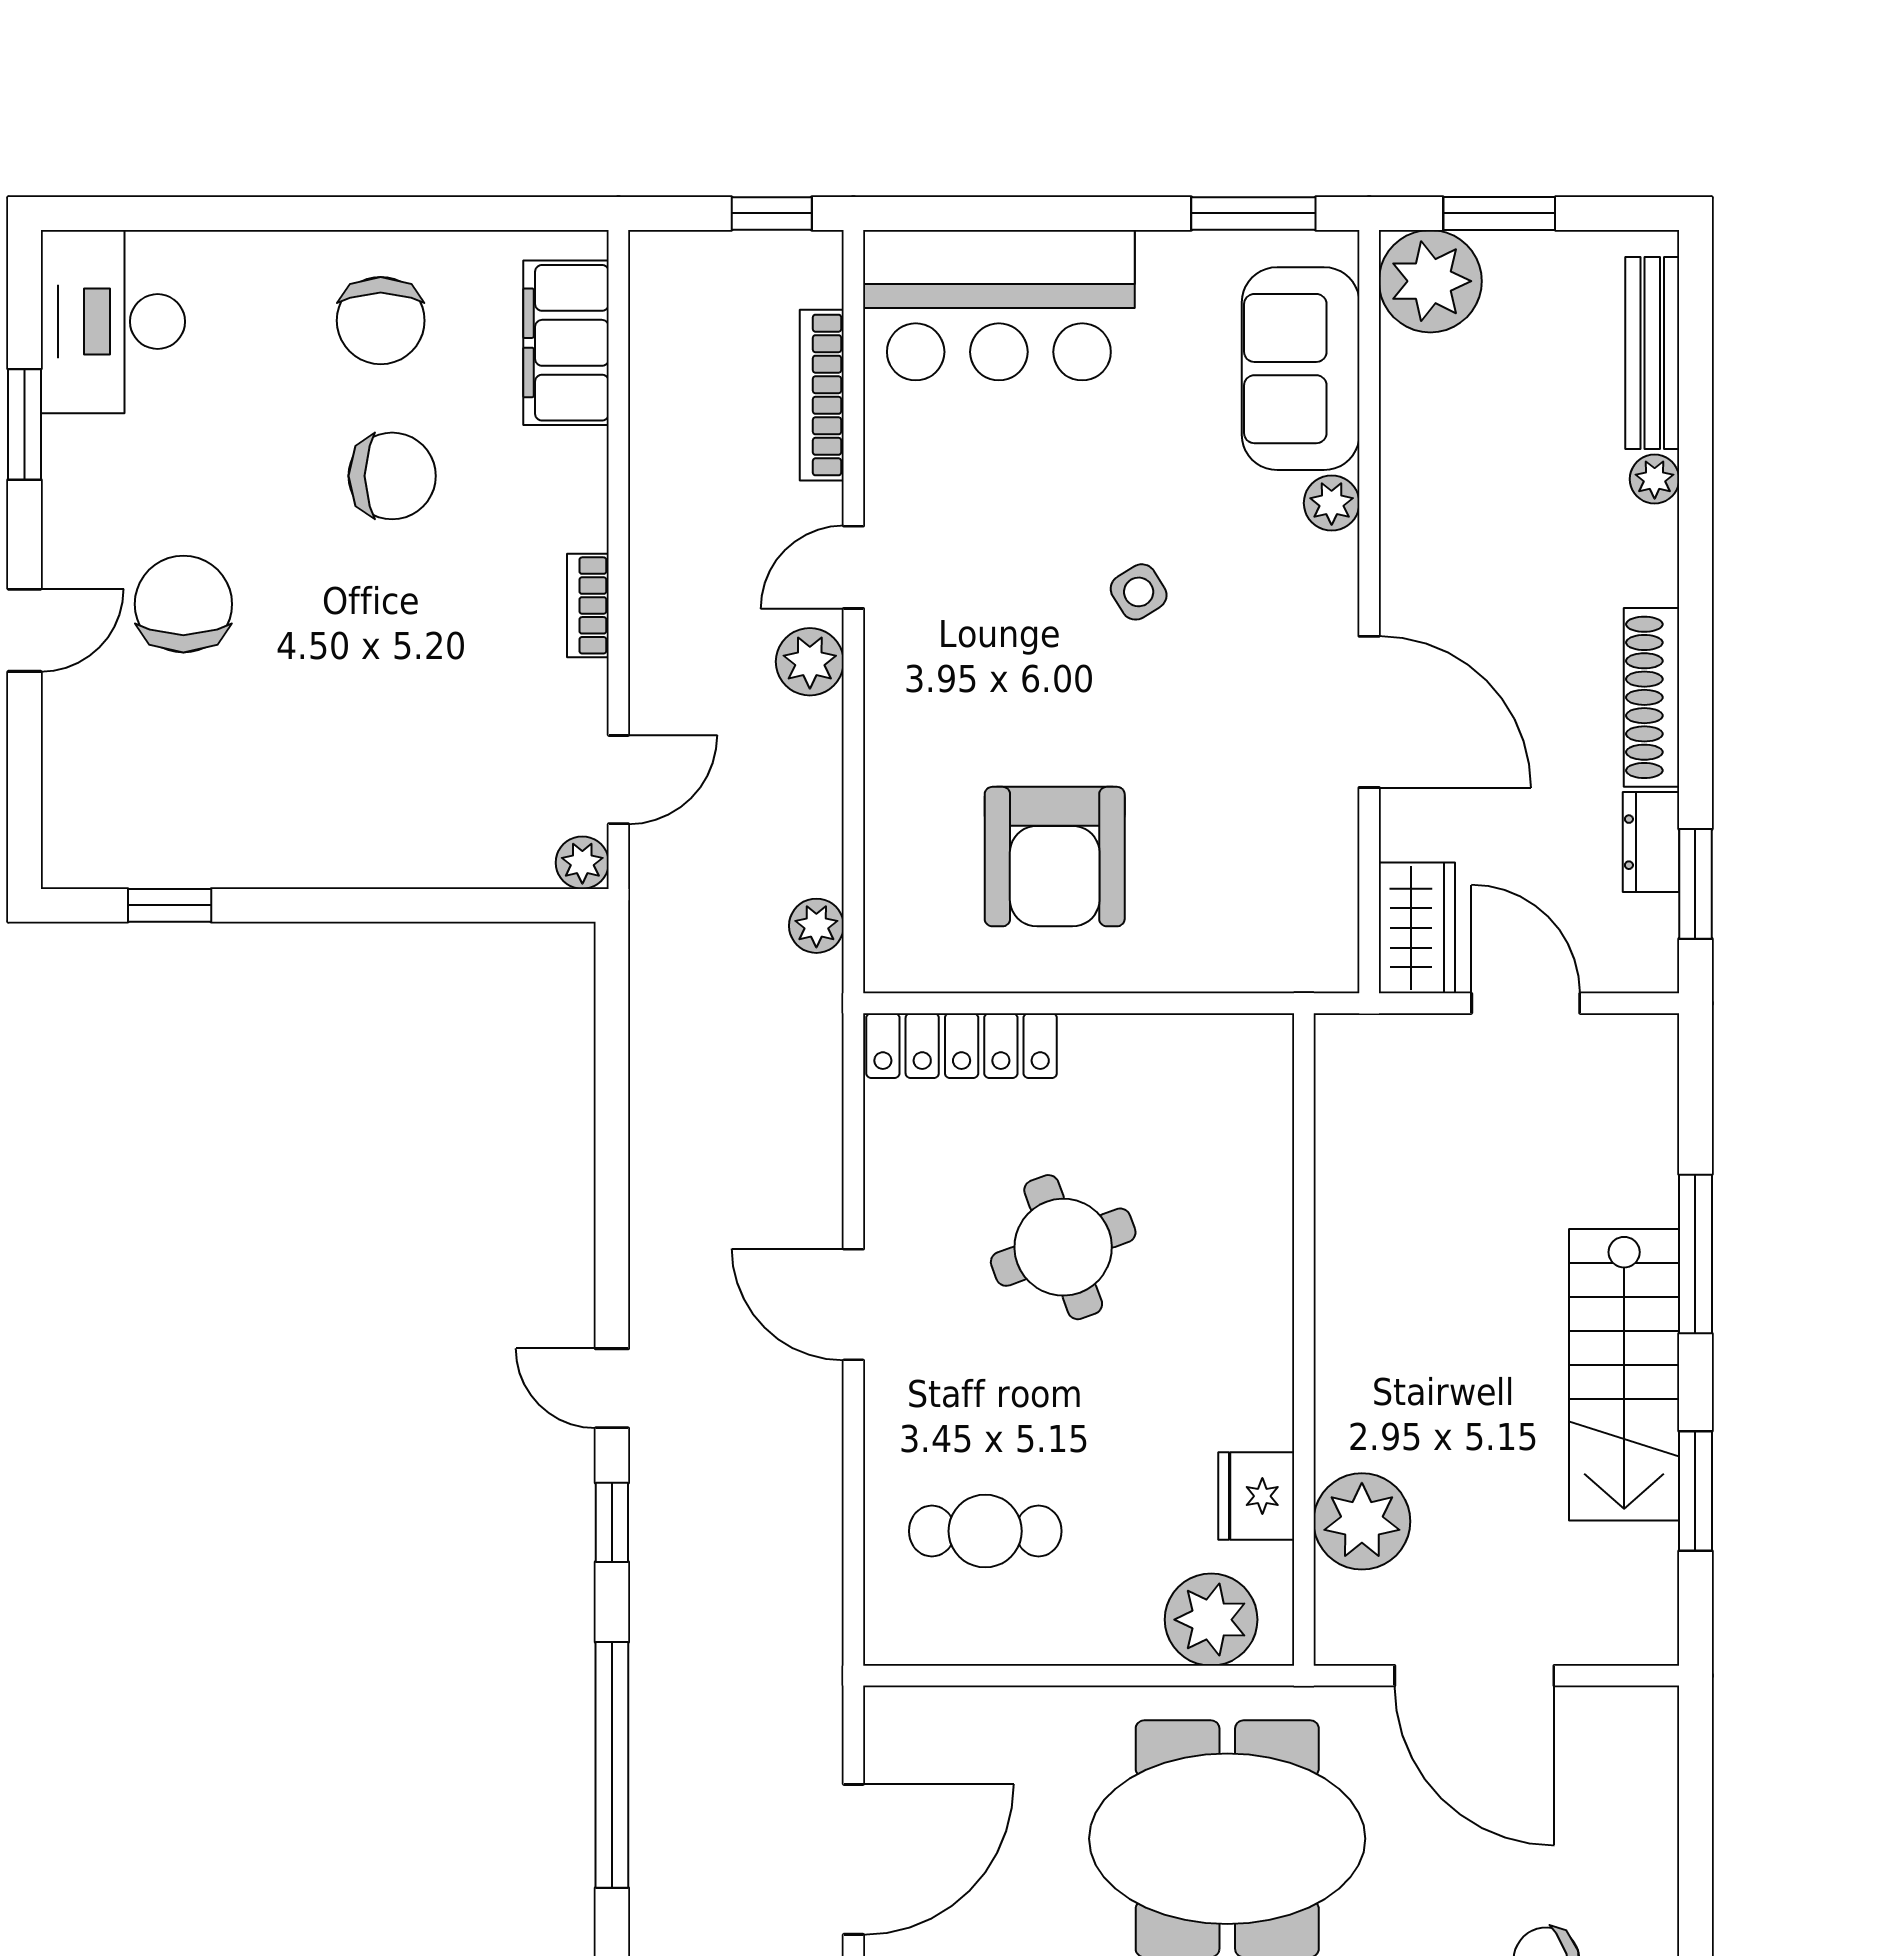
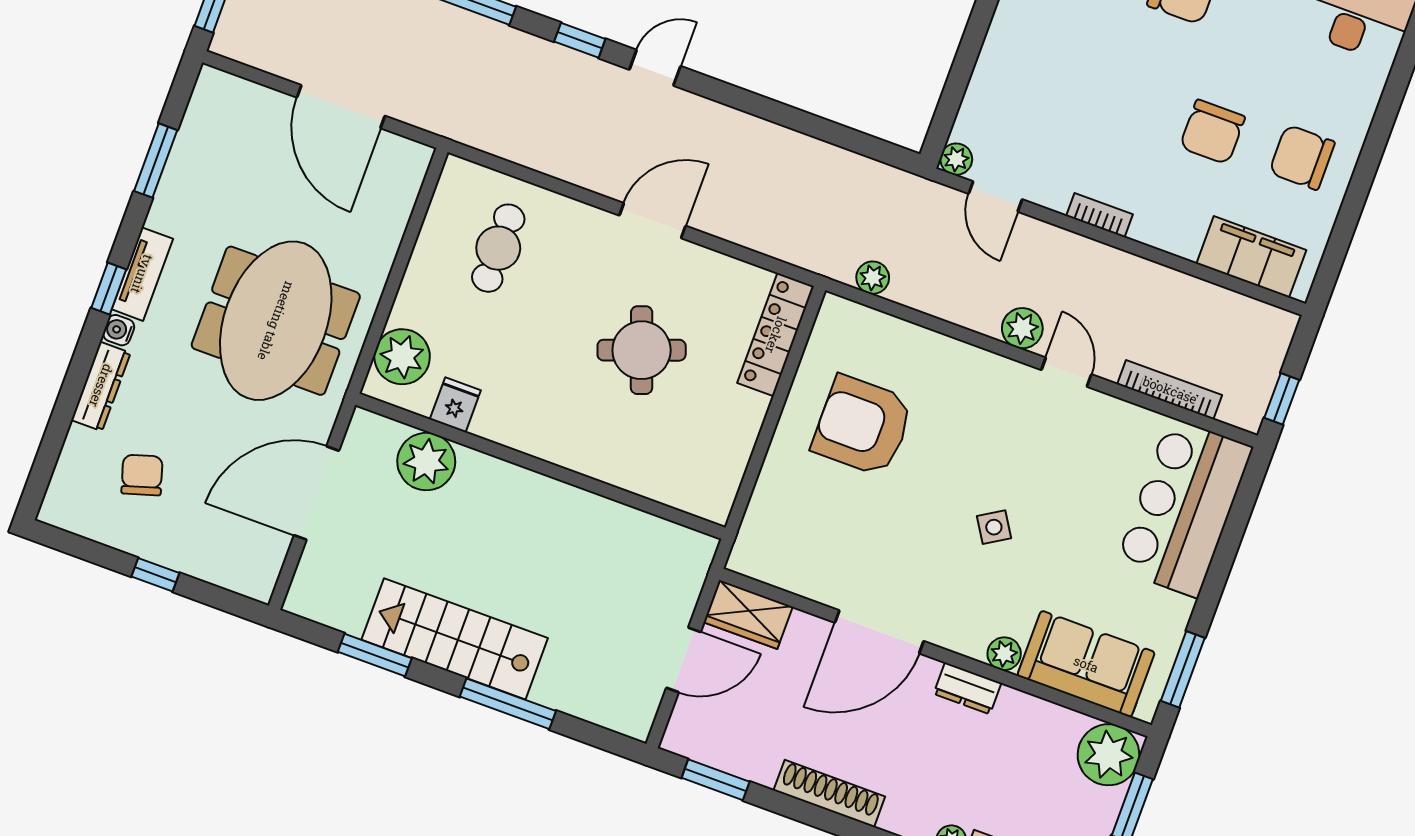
dresser: (1651, 842) -> (967, 688), moved, turned 180
fridge: (1256, 1496) -> (455, 405), width x0.72
window: (1695, 1882) -> (155, 575), added

